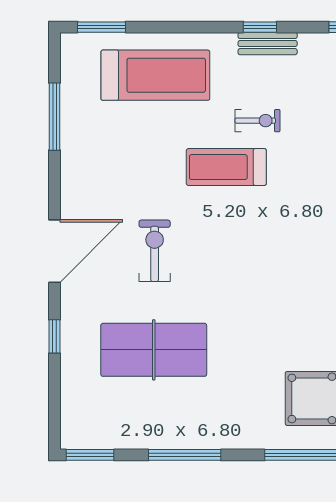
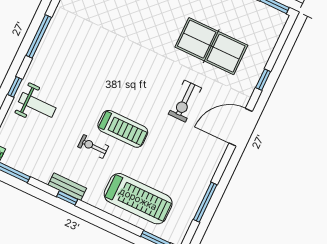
treadmill: (155, 75) -> (138, 199), turned 180

